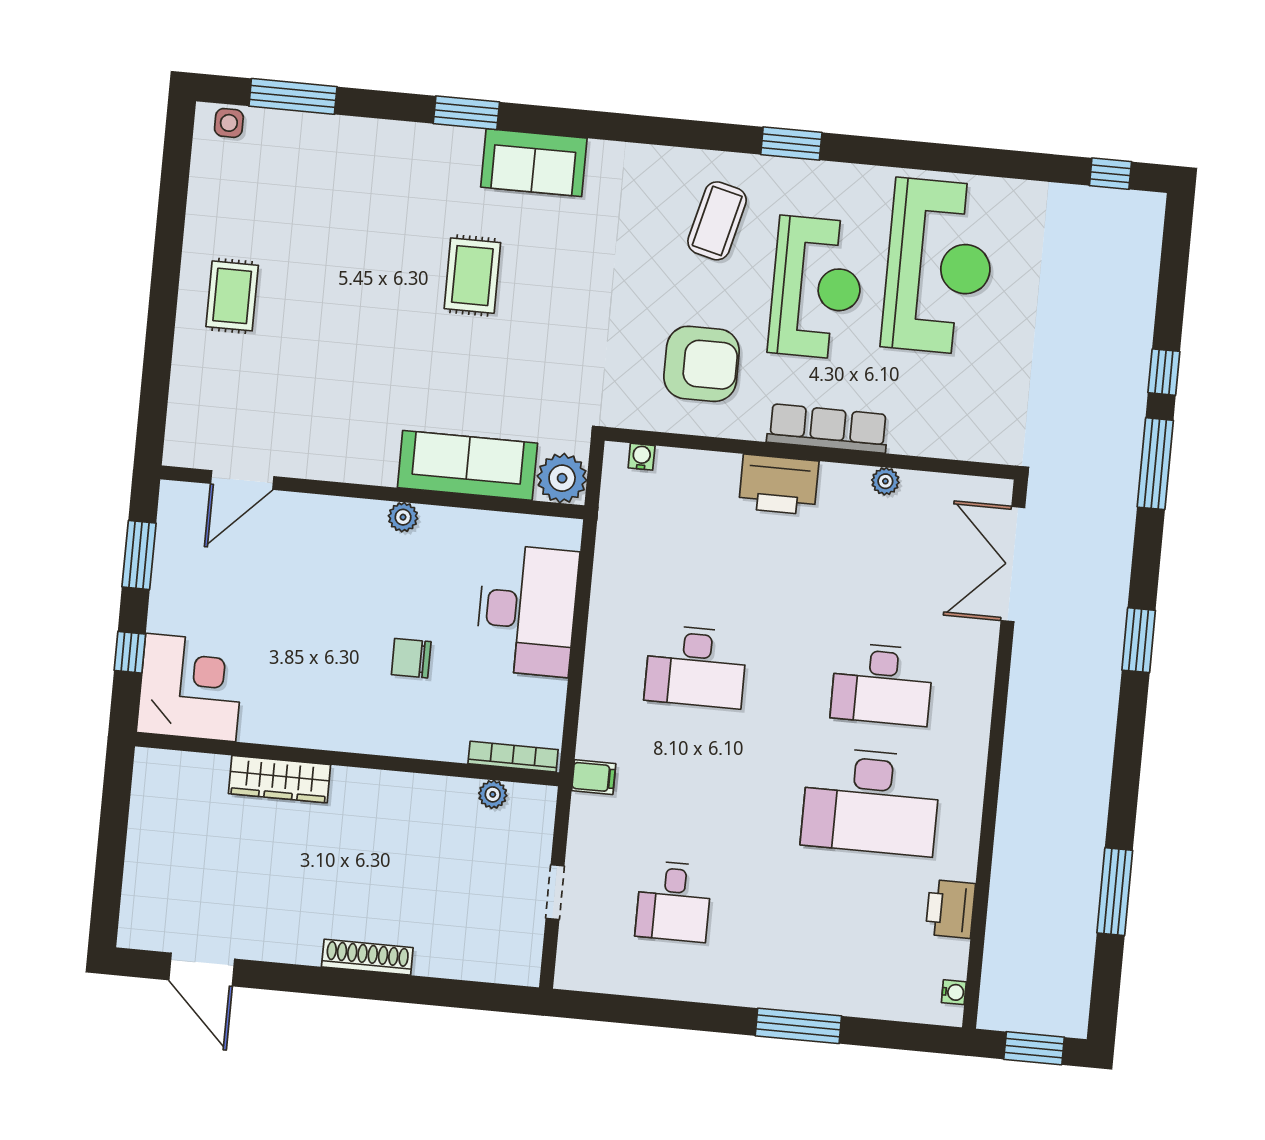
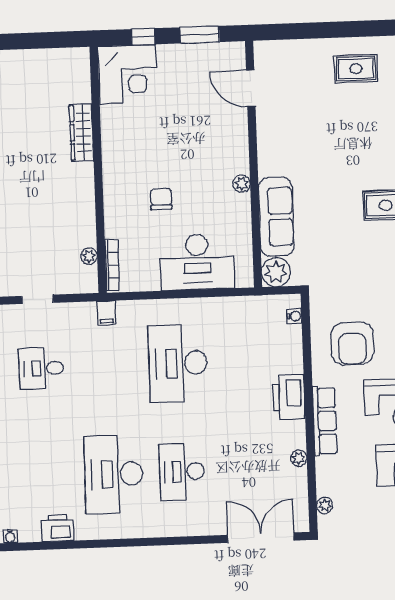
plant: (972, 447) -> (325, 505), added
desk: (696, 667) -> (178, 363), width x1.36, depth x1.30

